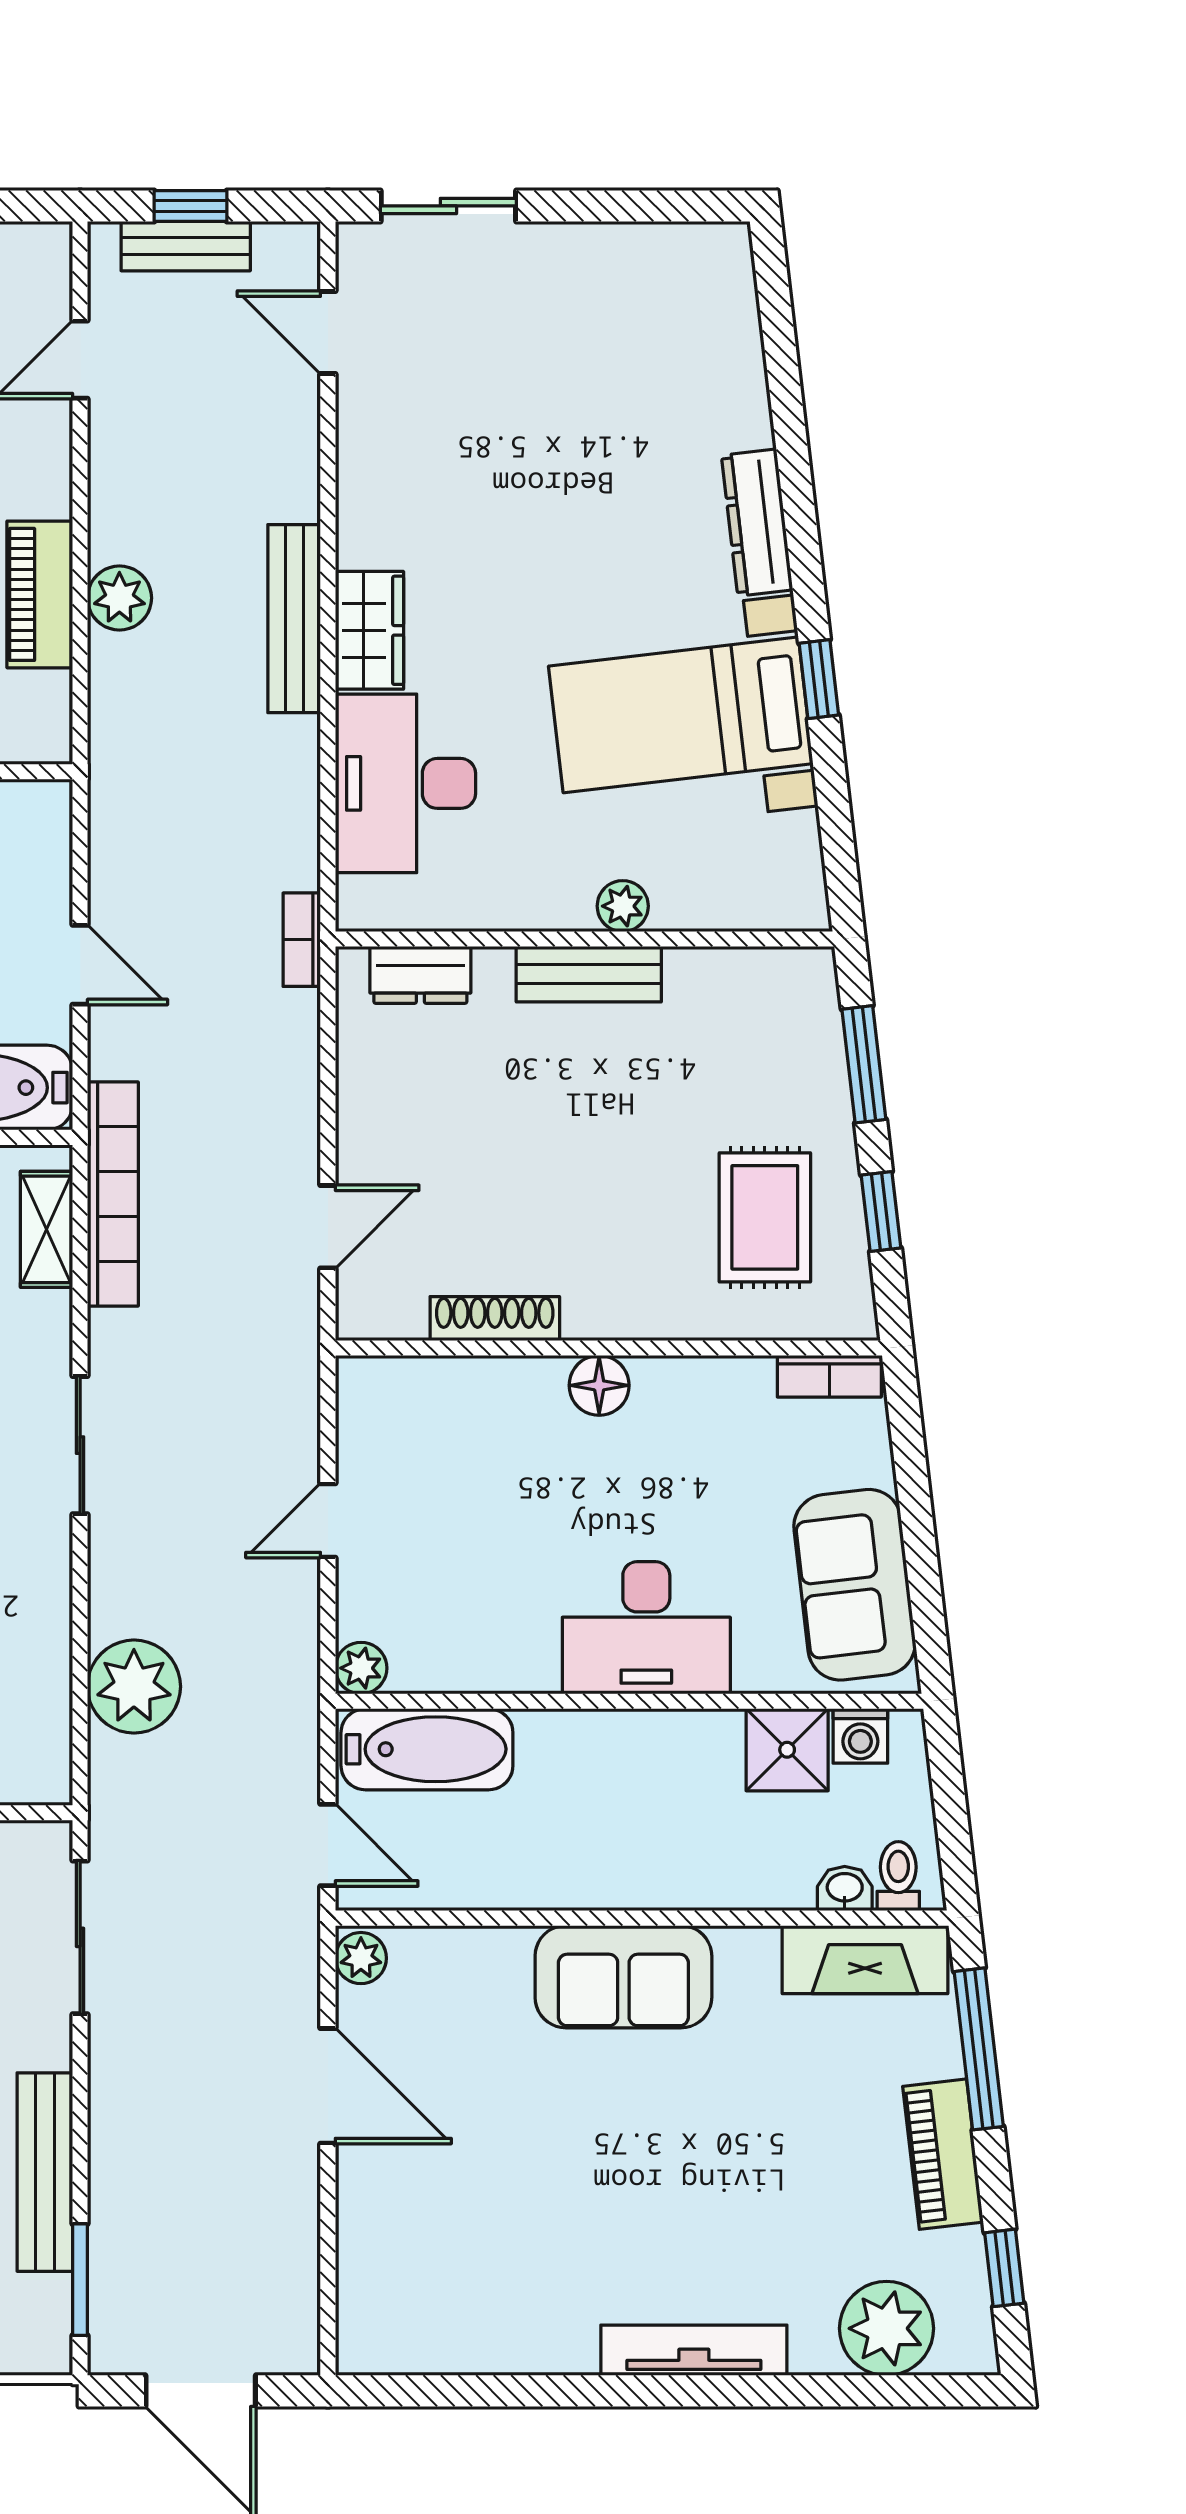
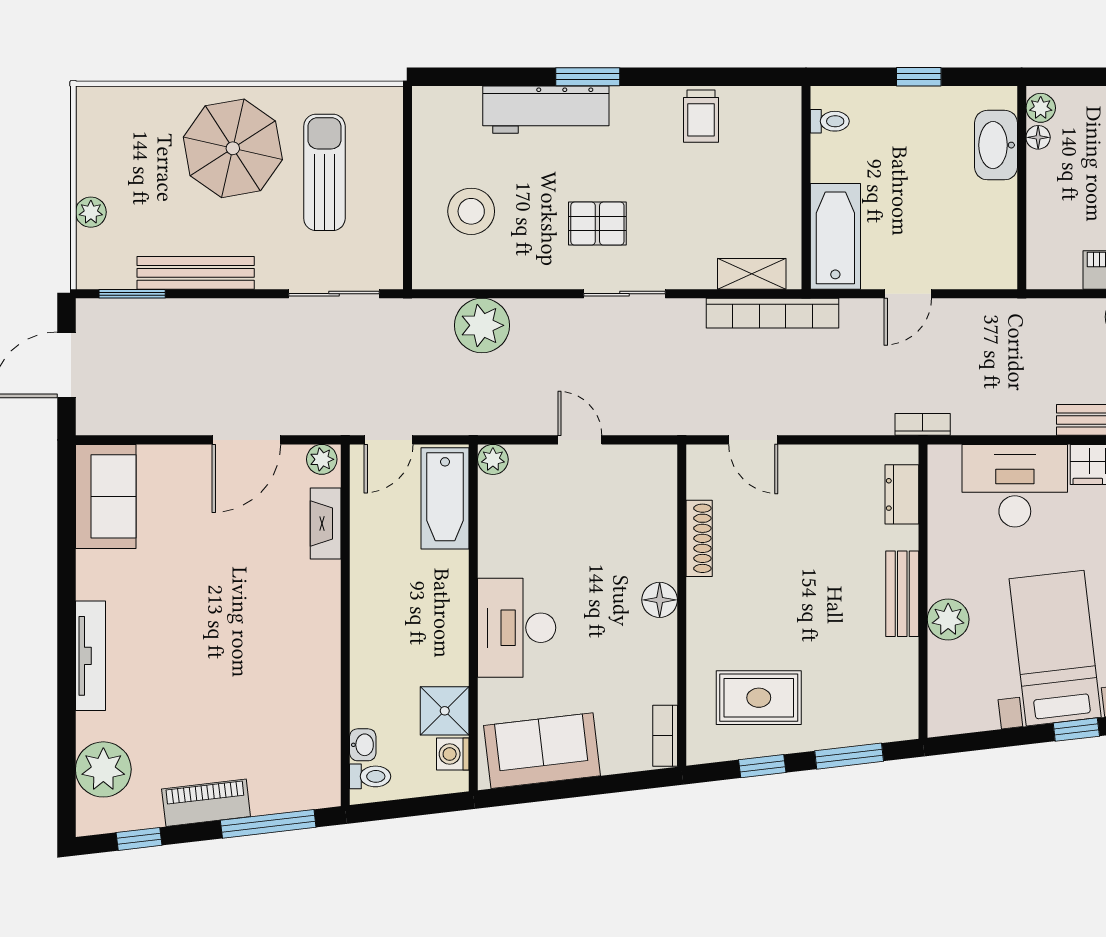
plant: (623, 906) -> (948, 619), width x1.38, depth x1.38
fireplace: (865, 1960) -> (326, 523), moved, width x0.73, depth x0.76
sofa: (623, 1977) -> (106, 496), moved, turned 180

